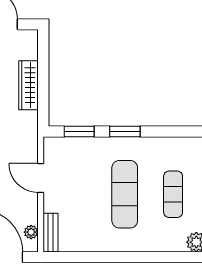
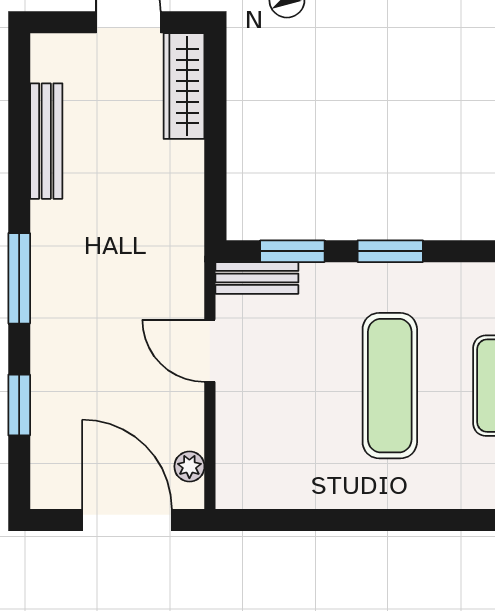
wardrobe: (29, 85) -> (184, 86), moved
bench: (51, 233) -> (257, 278), moved, turned 90

